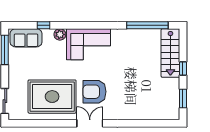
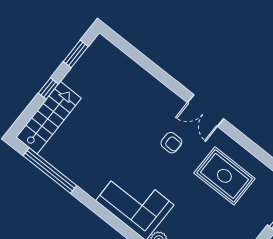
armchair: (94, 92) -> (171, 143), width x0.53, depth x0.53
rug: (52, 97) -> (224, 176), width x0.73, depth x0.69

